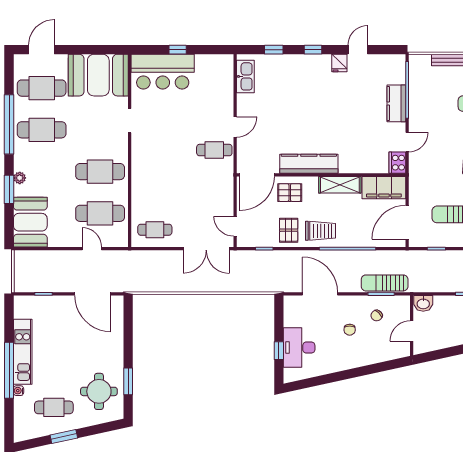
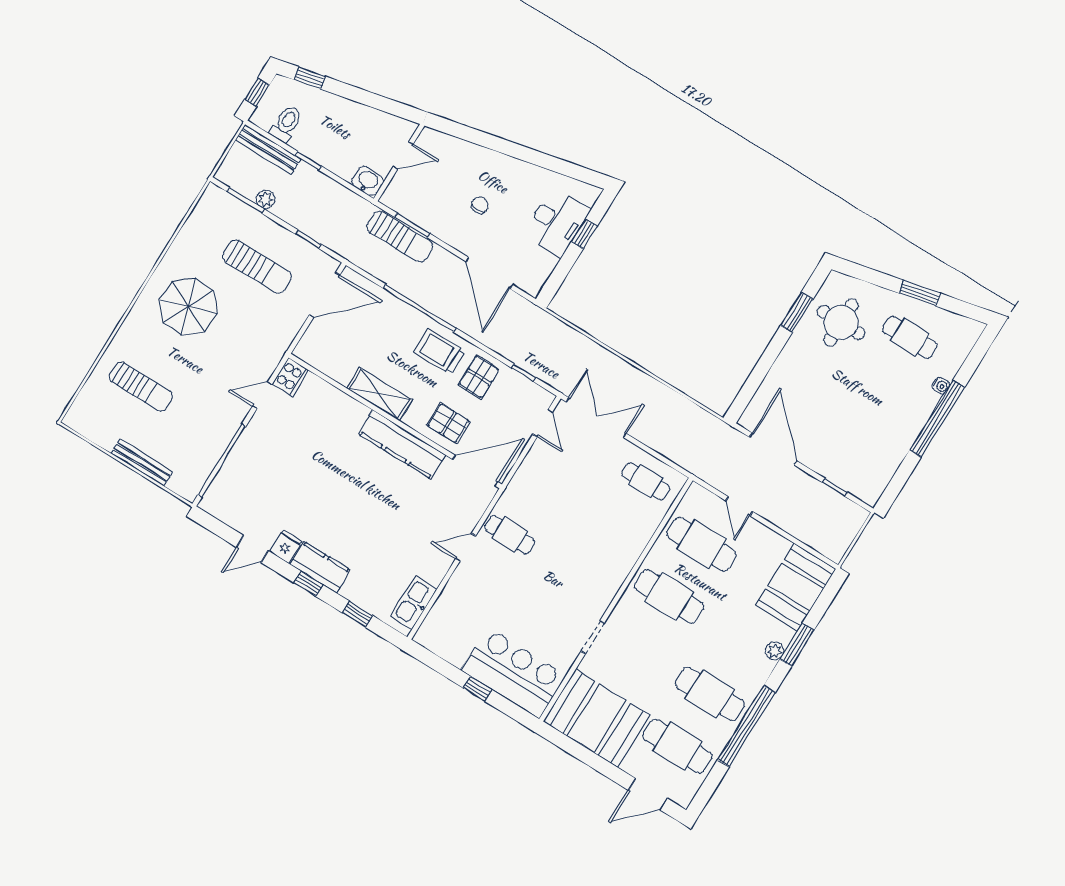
kitchen counter: (396, 103) -> (320, 567), moved, turned -90
filing cabinet: (384, 188) -> (327, 356), removed
chair: (377, 316) -> (435, 202), removed
kitchen unit: (23, 352) -> (906, 431), removed

